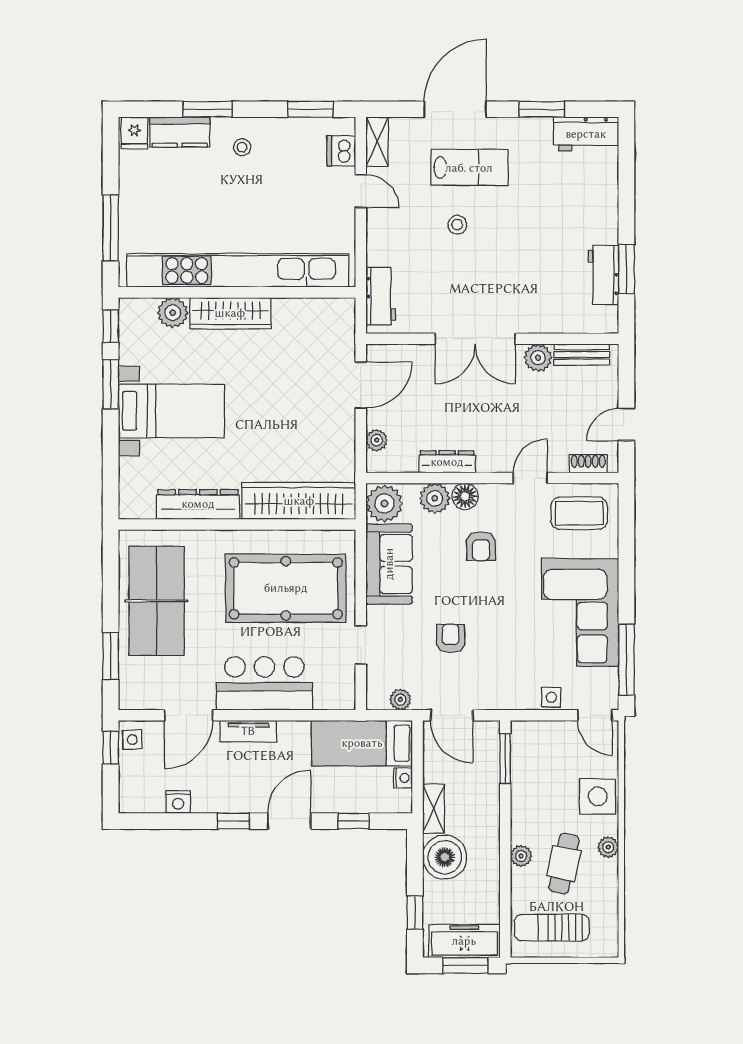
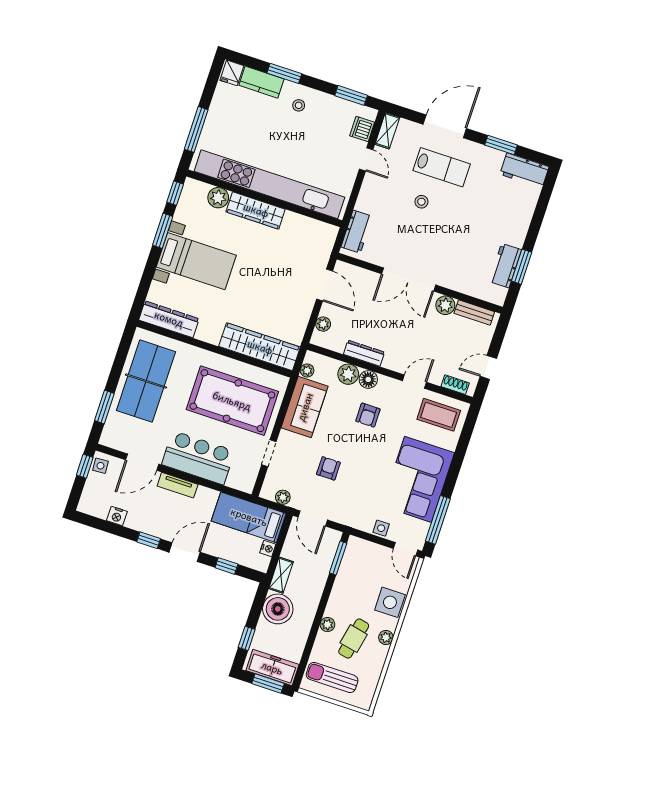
door: (361, 385) -> (325, 285), hinge flipped
plant: (384, 503) -> (307, 370), width x0.53, depth x0.53
dresser: (198, 504) -> (169, 319), moved

